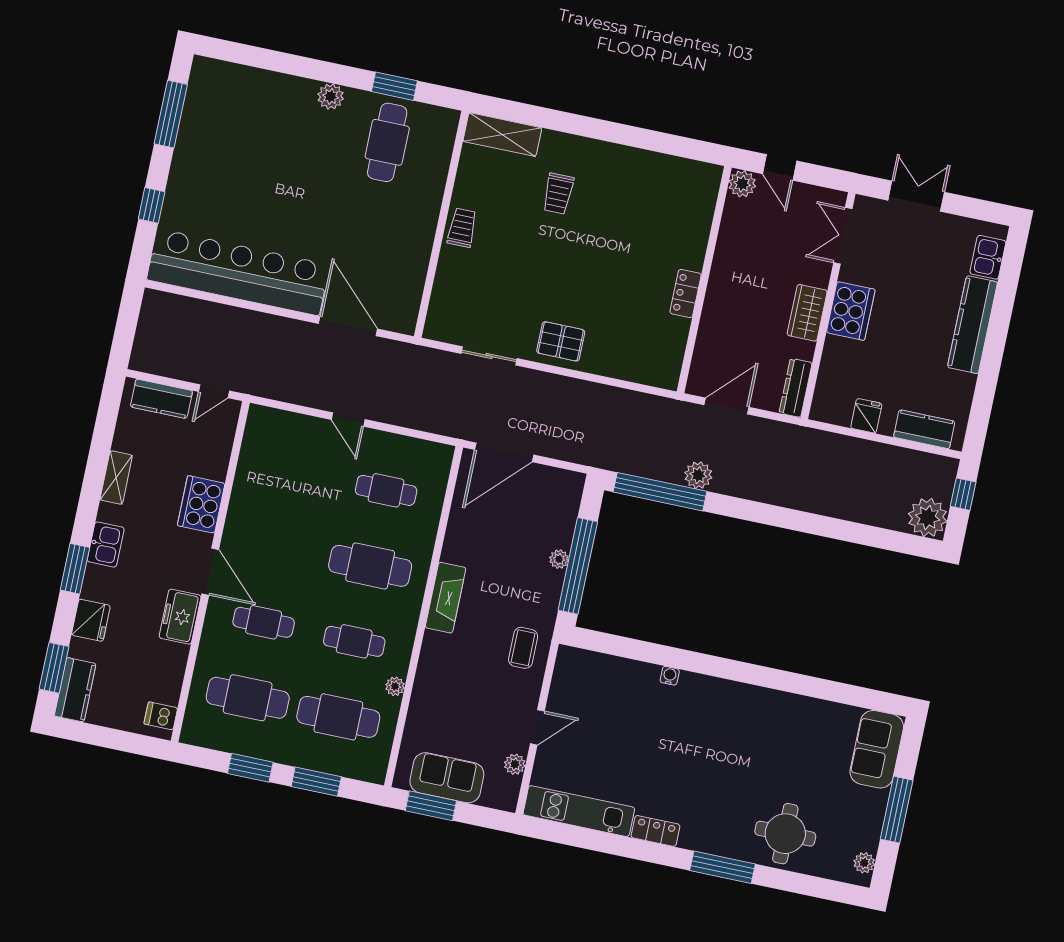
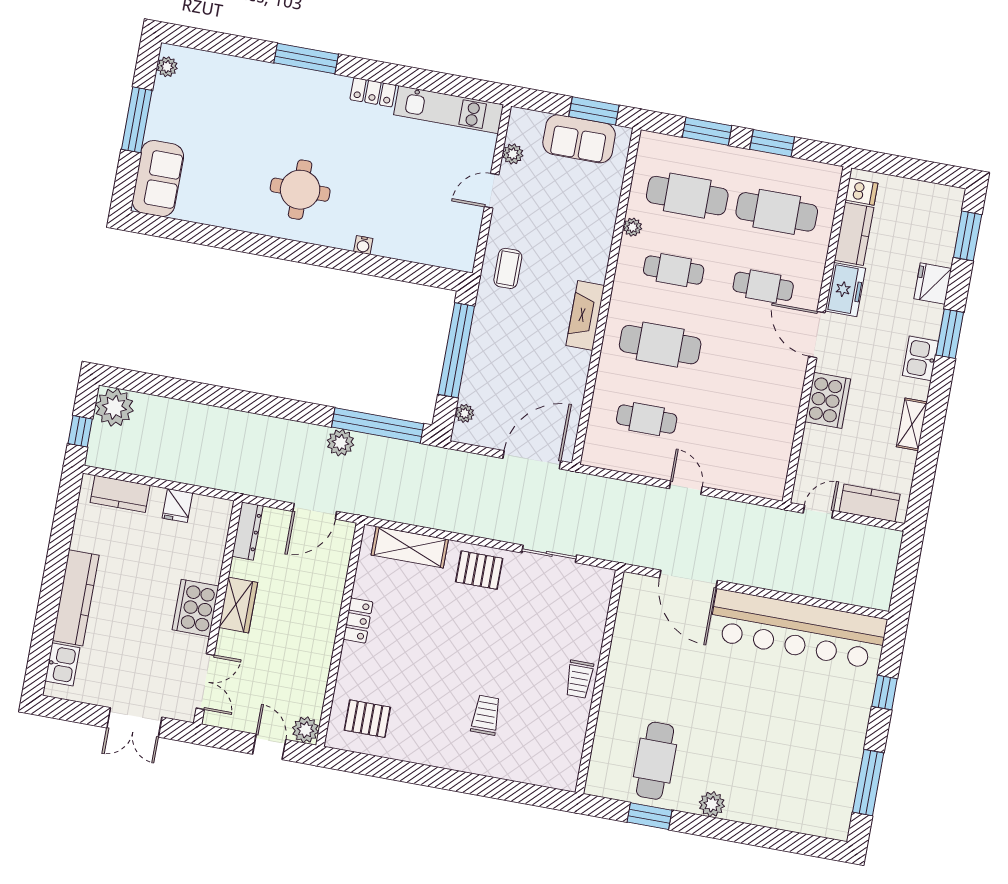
shelving: (502, 135) -> (410, 547), moved
pallet: (679, 193) -> (367, 719), added
plant: (559, 559) -> (465, 413), moved
kitchen counter: (75, 690) -> (854, 234), moved, turned 180
round table: (785, 834) -> (300, 190), moved

